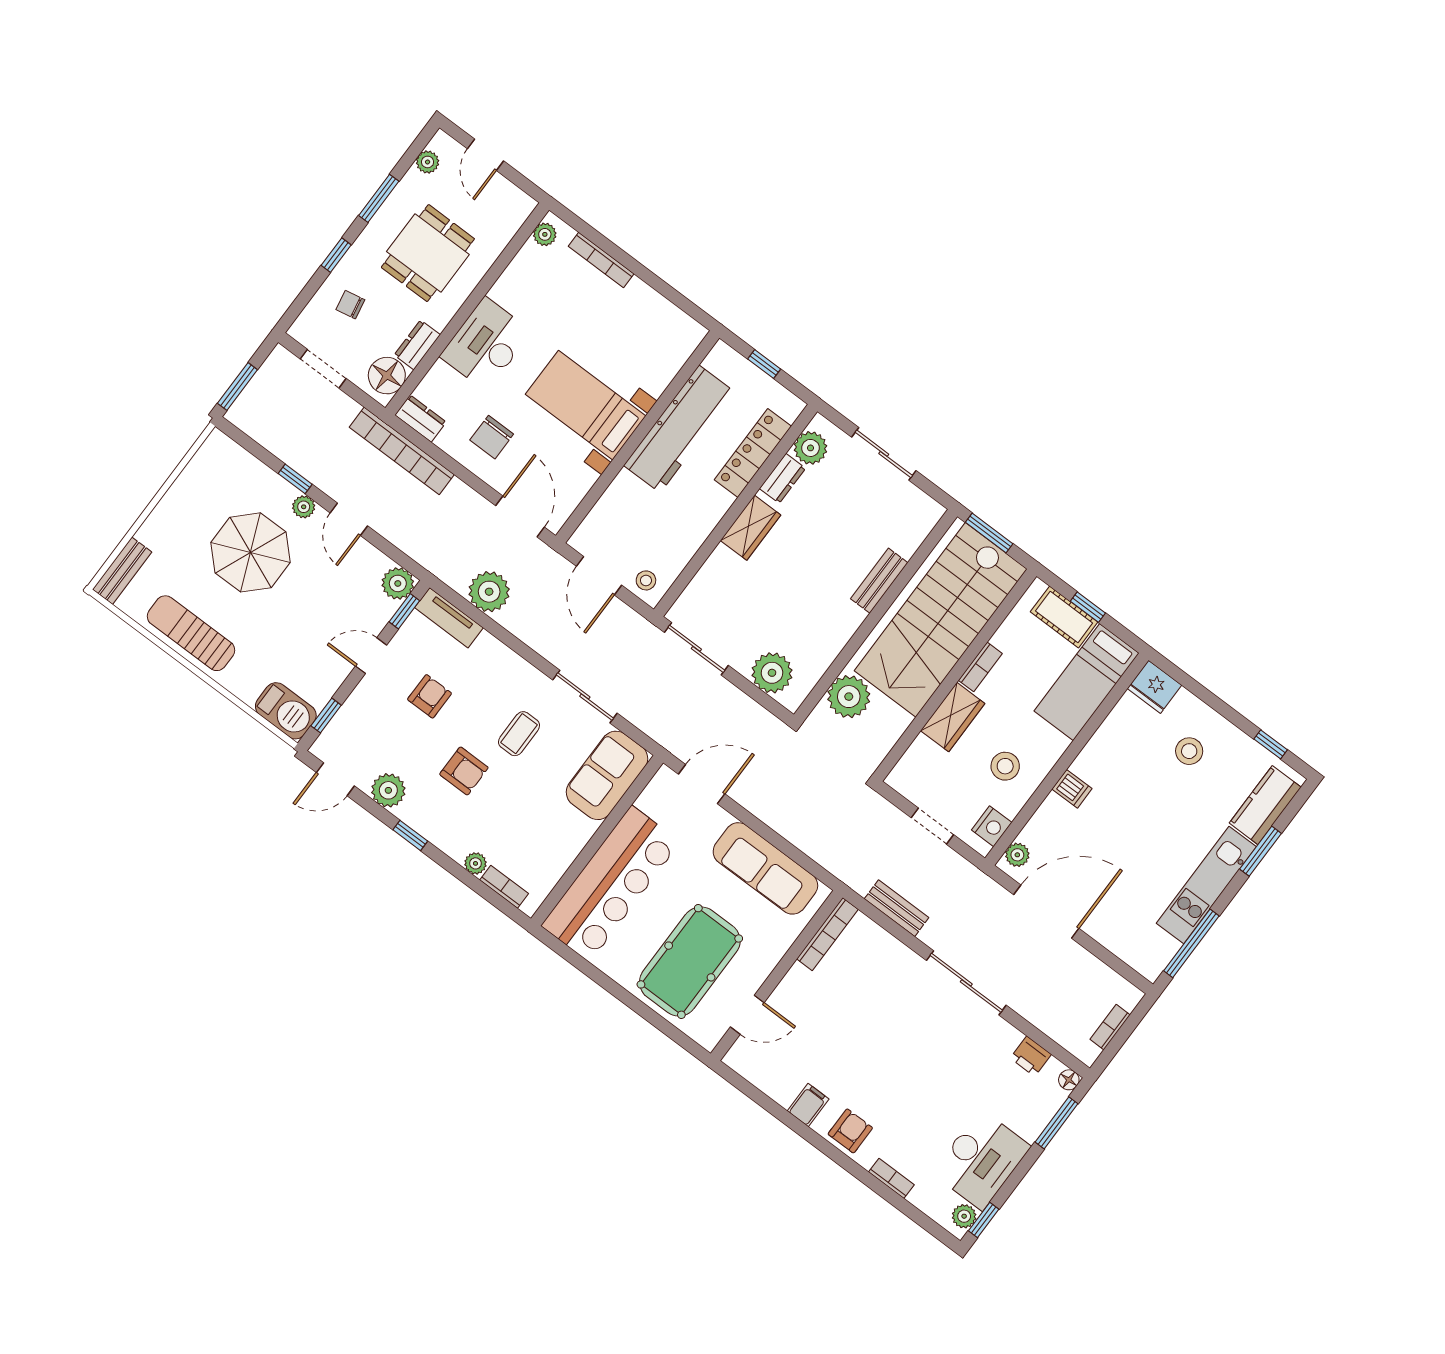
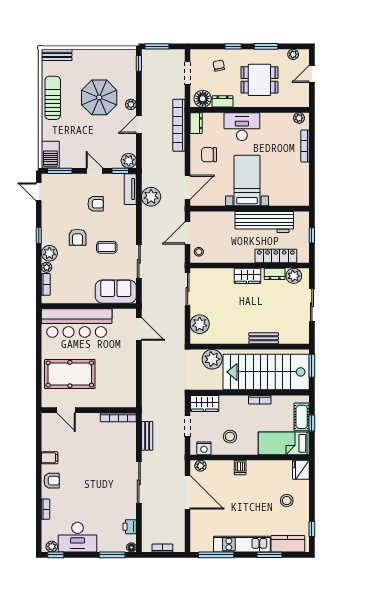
window: (295, 479) -> (139, 63), moved
window: (326, 716) -> (60, 171), width x1.50
wardrobe: (953, 717) -> (205, 403), moved
plant: (388, 790) -> (49, 253), moved
sofa: (765, 868) -> (125, 376), removed

